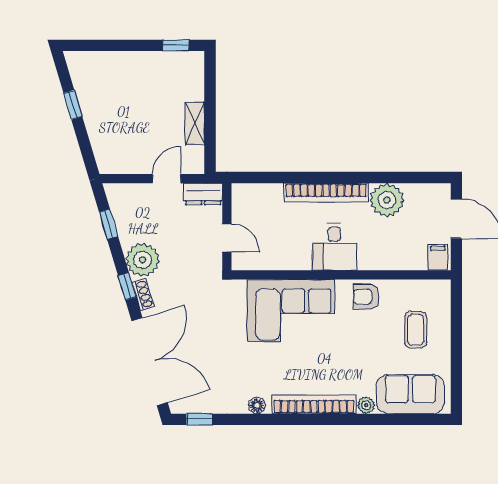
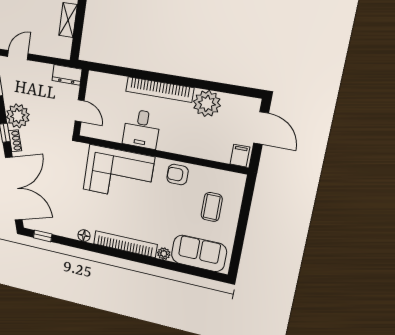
door: (167, 179) -> (18, 55), moved
desk: (334, 247) -> (142, 129), moved

